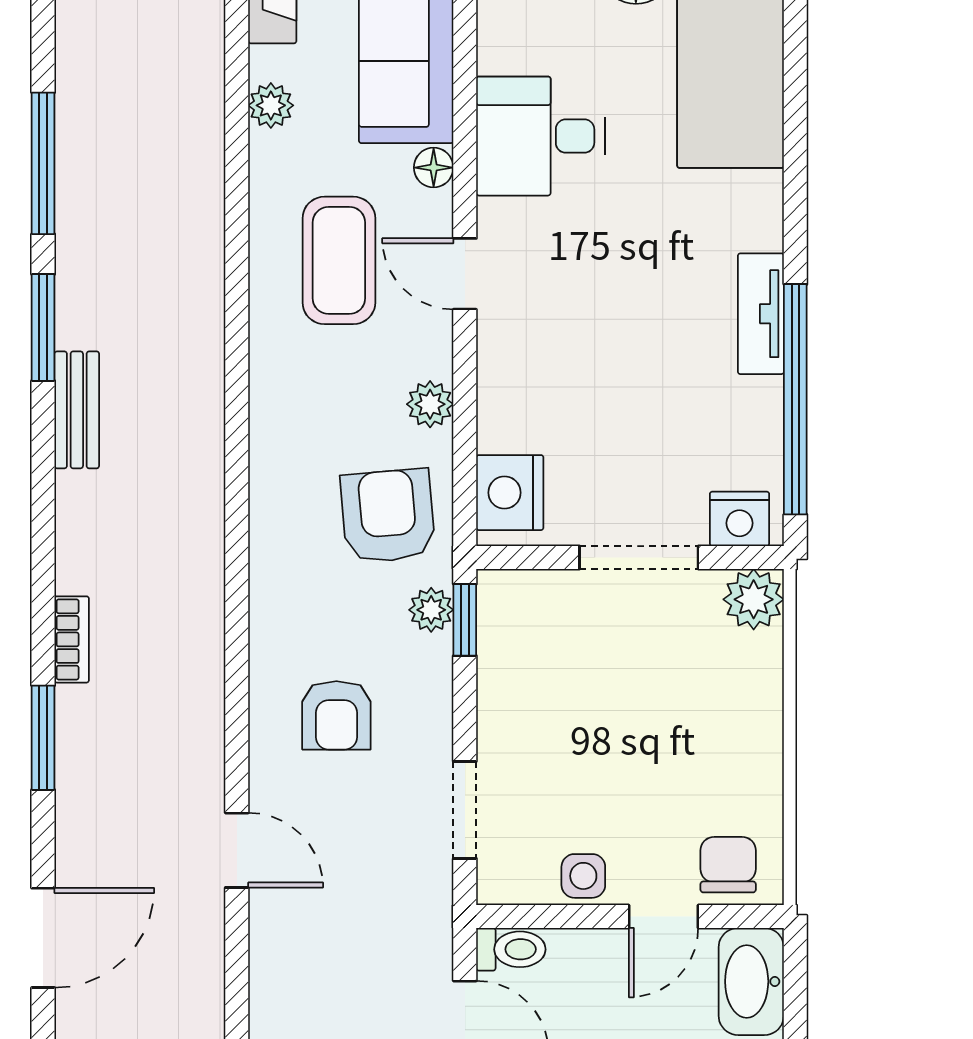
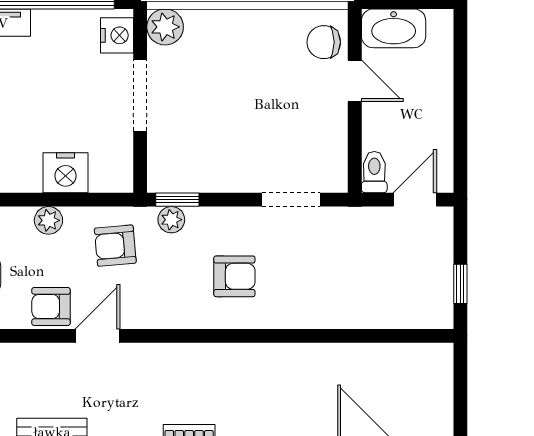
armchair: (286, 408) -> (51, 306), added
nightstand: (510, 493) -> (66, 173), moved
armchair: (388, 516) -> (115, 246), width x0.72, depth x0.72
door: (237, 850) -> (97, 336), moved
side table: (583, 876) -> (330, 129), removed

